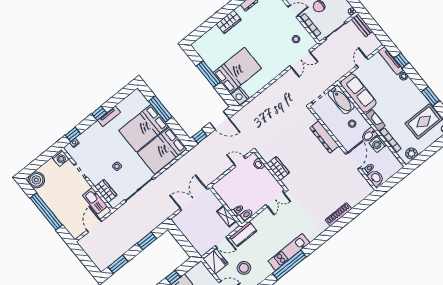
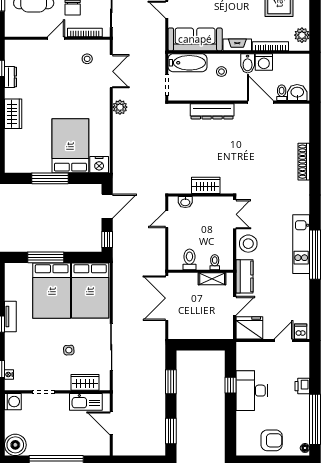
plant: (283, 81) -> (120, 107), added
toilet: (245, 216) -> (189, 259), moved
stool: (244, 268) -> (248, 244), moved

